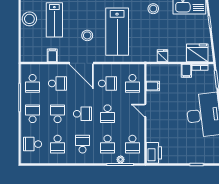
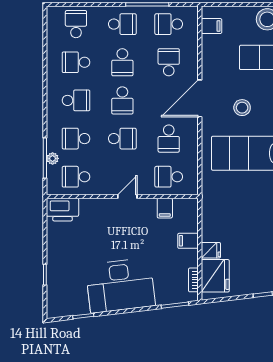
filing cabinet: (52, 55) -> (212, 26), moved
fridge: (163, 56) -> (211, 250), moved
filing cabinet: (186, 71) -> (188, 241), moved
school desk: (58, 83) -> (169, 62), turned 180
school desk: (58, 114) -> (122, 62), turned 90
school desk: (107, 114) -> (122, 139), turned 180

